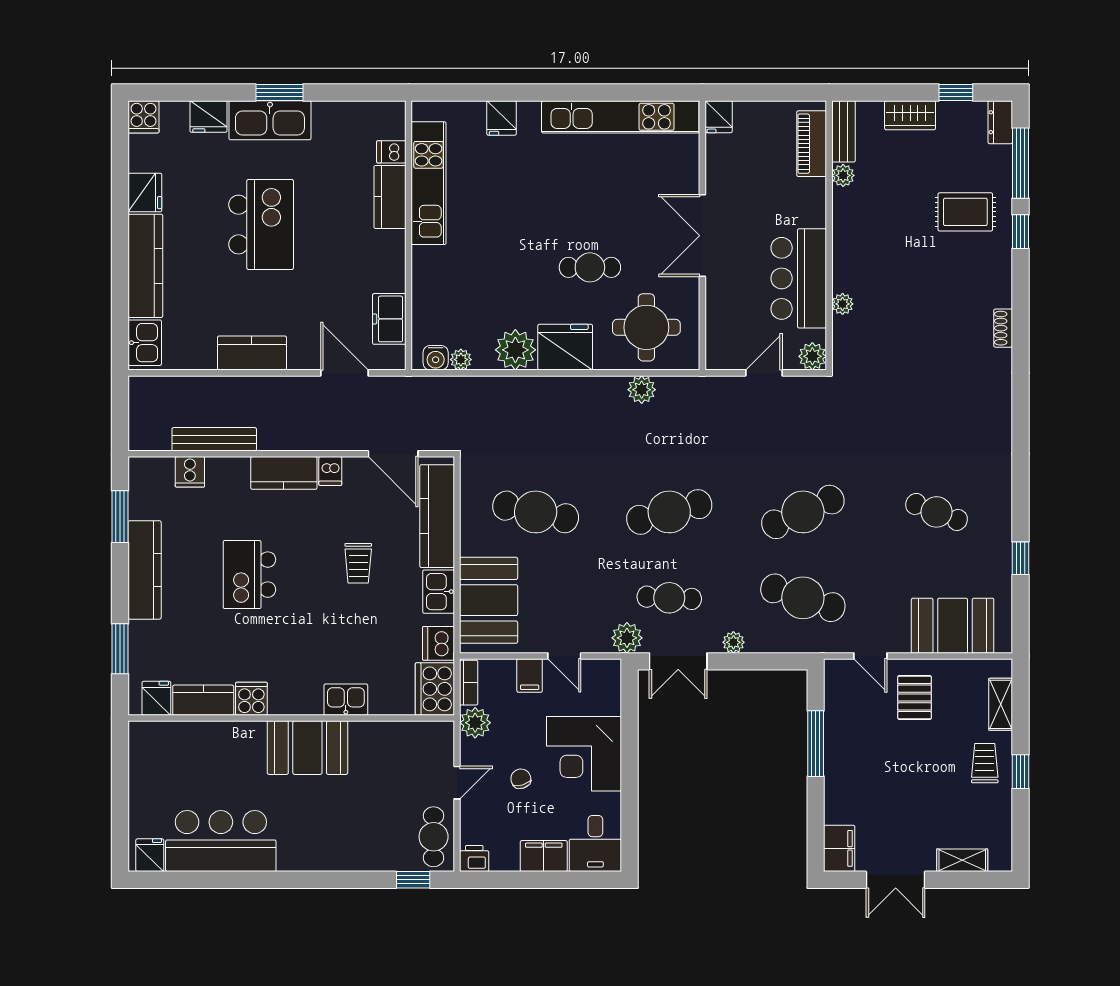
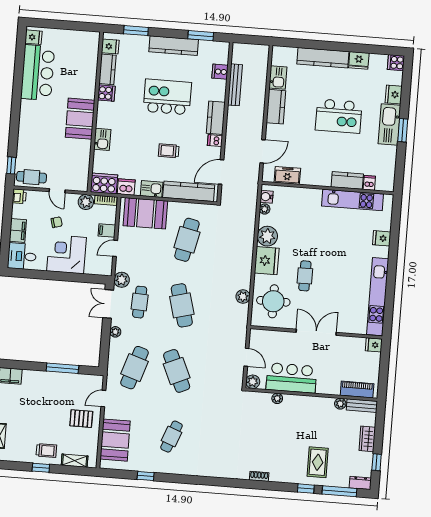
kitchen sink: (145, 343) -> (278, 78), moved, turned -90
kitchen island: (249, 575) -> (167, 97), width x1.37, depth x1.28

